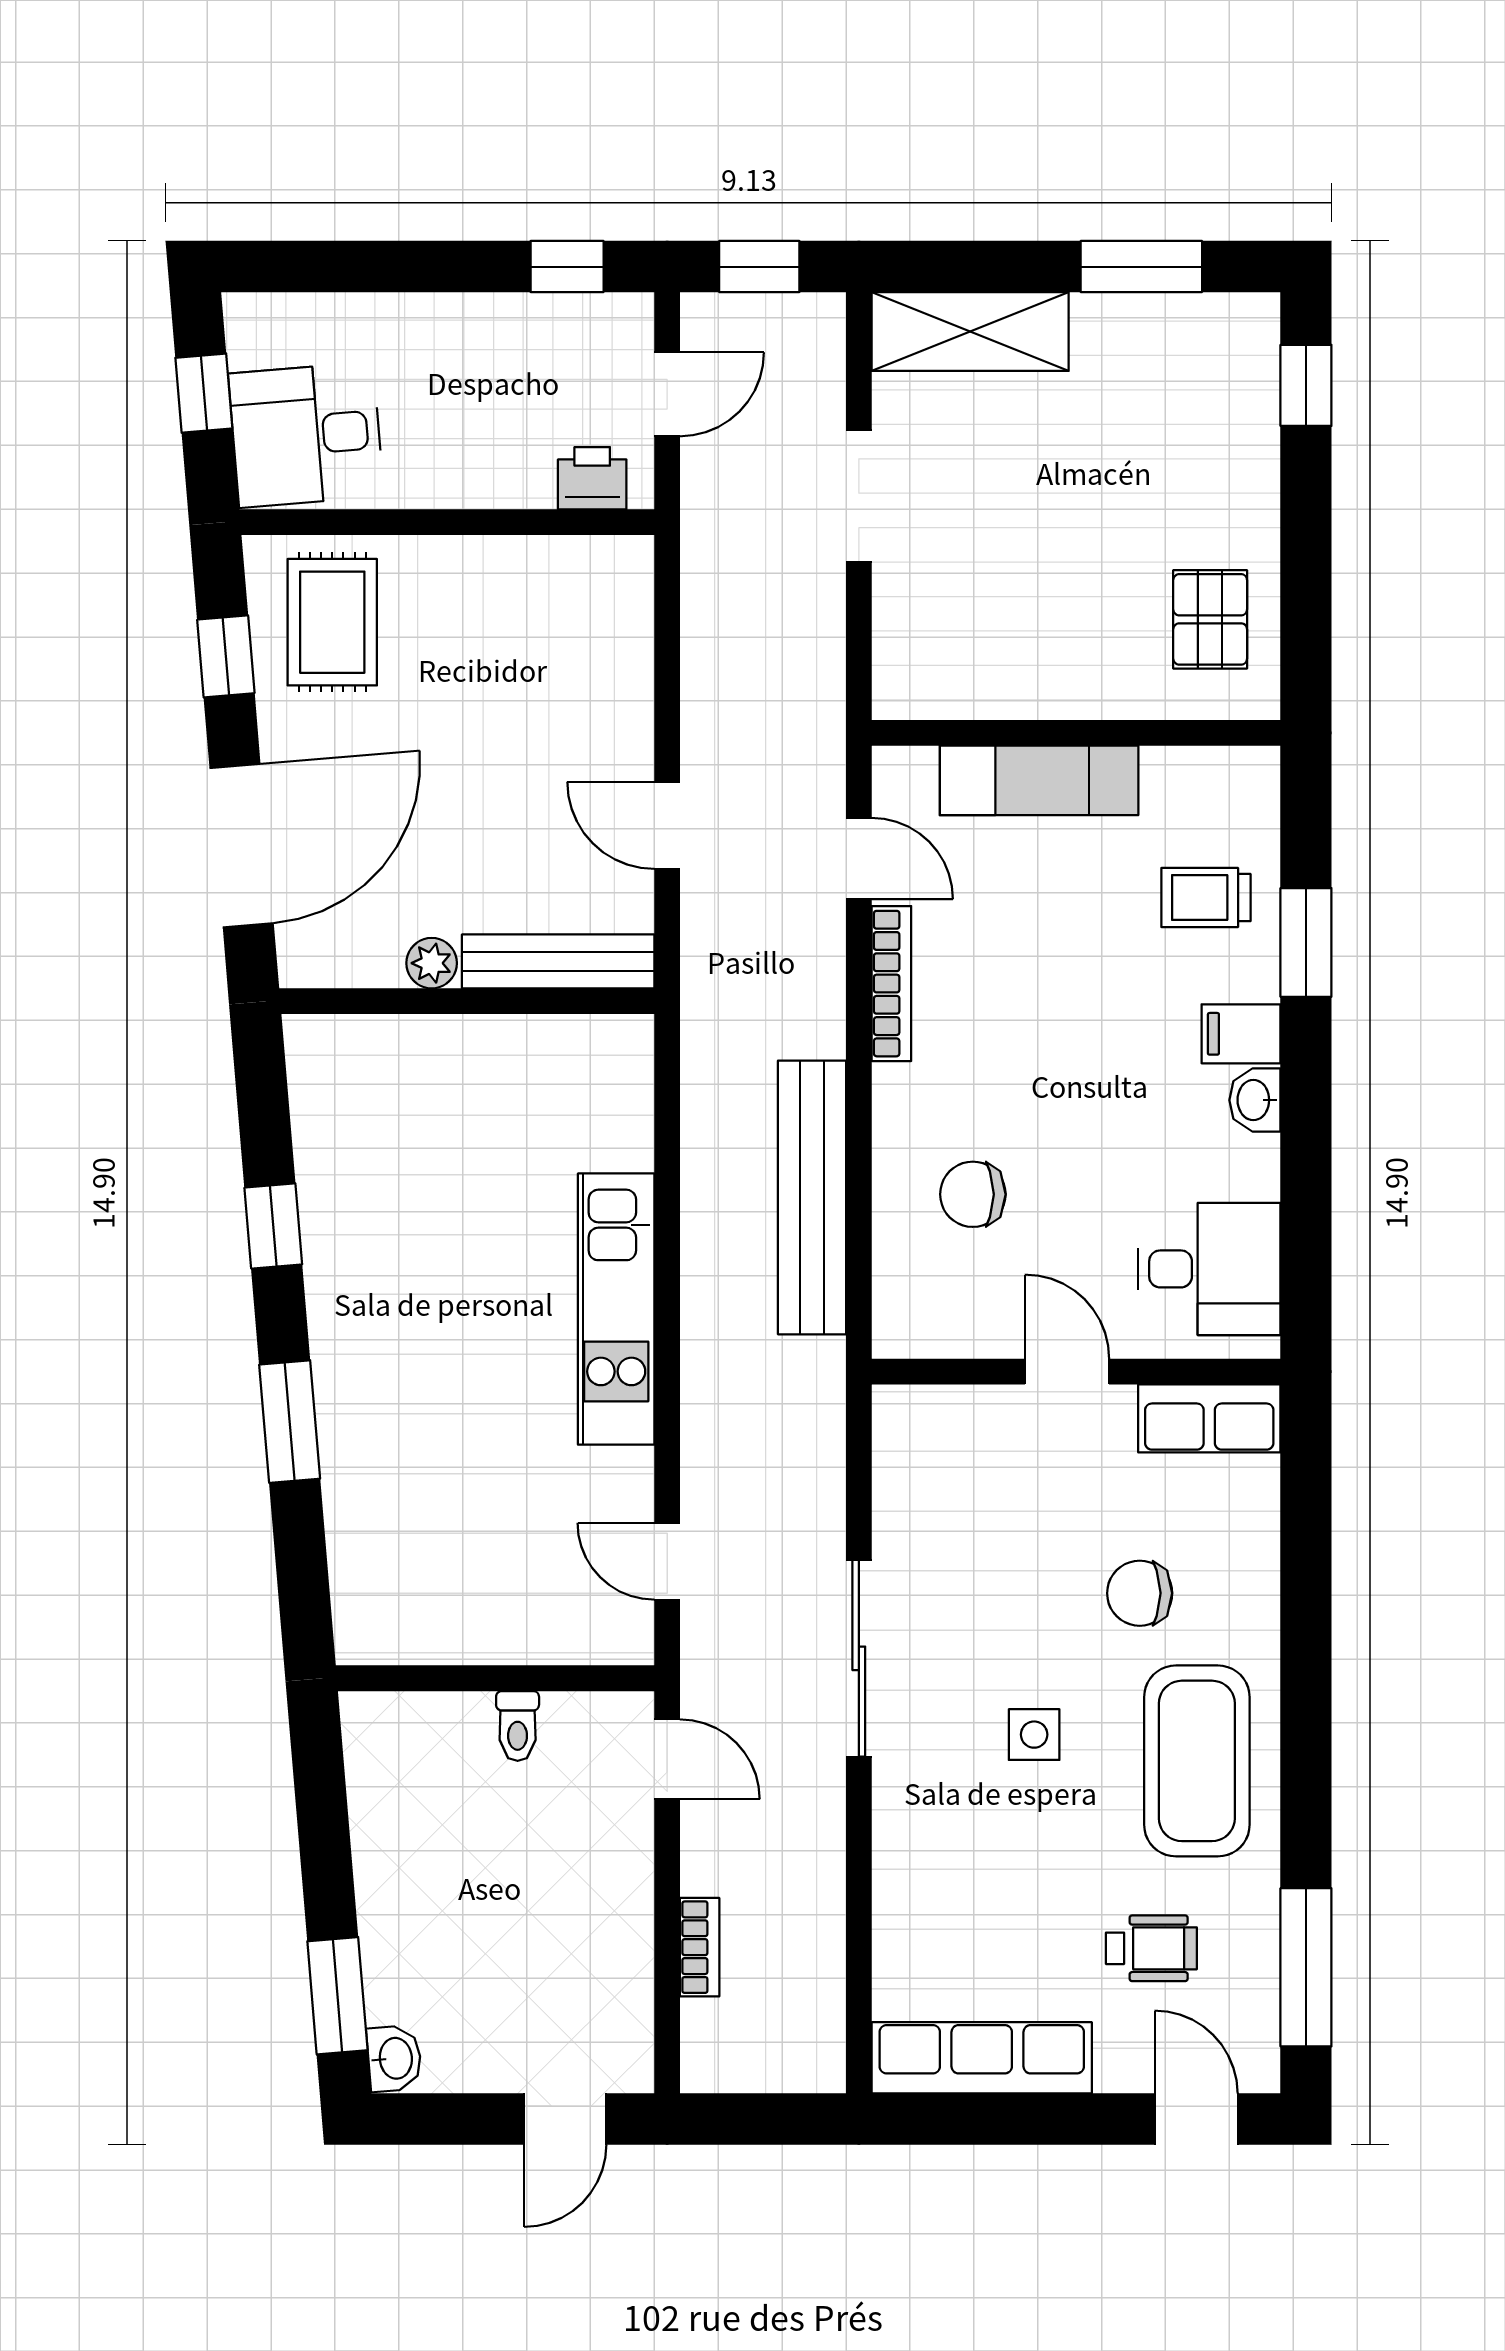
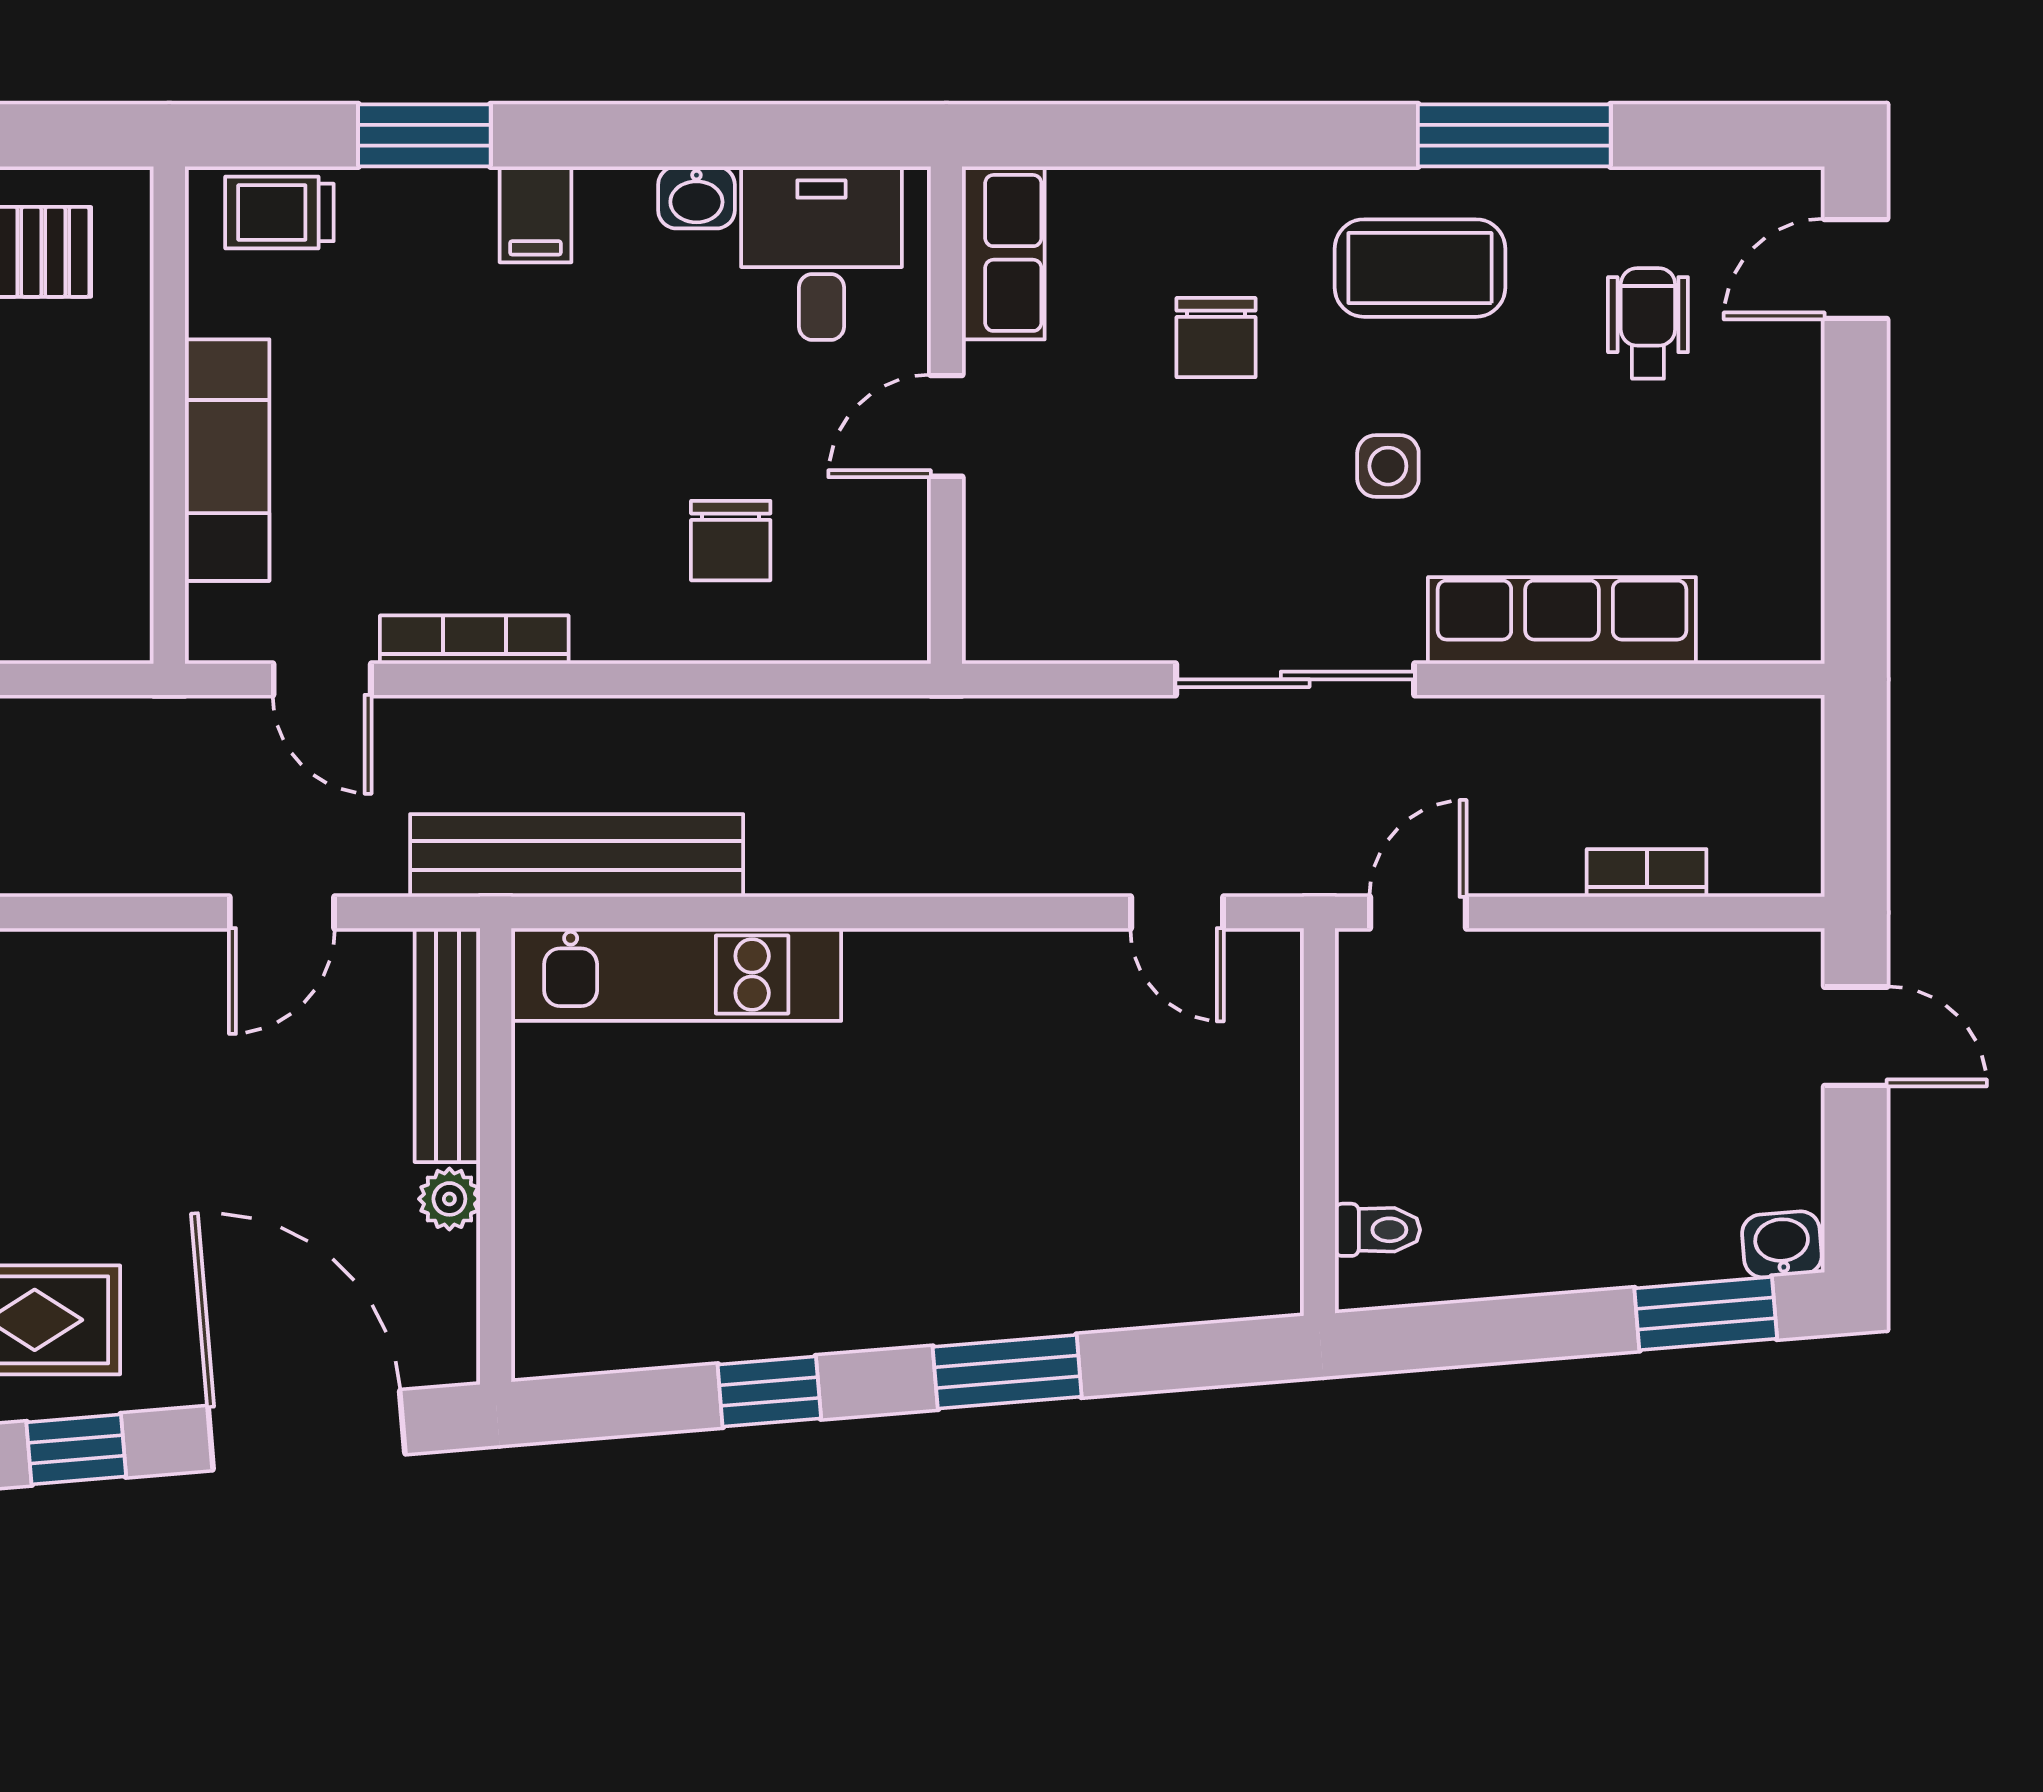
door: (859, 858) -> (322, 679), swing flipped
trolley: (1206, 898) -> (279, 212), moved, turned 90
washbasin: (1255, 1100) -> (696, 197), moved
bench: (812, 1197) -> (577, 855), moved
kitchen unit: (616, 1309) -> (676, 974), moved
door: (667, 1561) -> (1177, 912), hinge flipped
toilet: (518, 1726) -> (1377, 1230), moved
coffee table: (1197, 1761) -> (1420, 268), width x0.73, depth x0.76
window: (1306, 1967) -> (1514, 135), moved
row of seats: (982, 2058) -> (1562, 620), moved, turned 90

